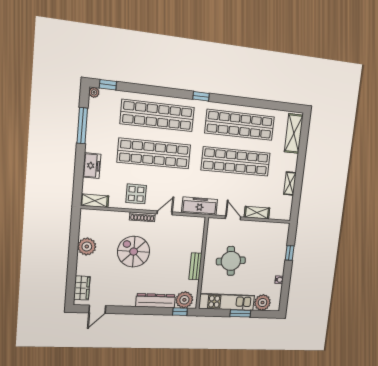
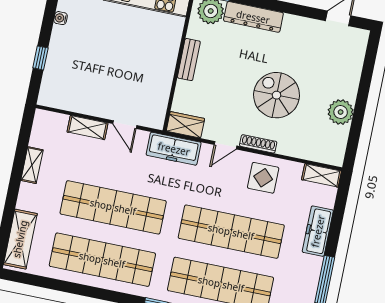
freezer: (92, 166) -> (318, 231), width x1.40
spiral stairs: (134, 252) -> (277, 95), turned 180
round table: (231, 261) -> (134, 60), removed
wardrobe: (82, 288) -> (185, 125), moved, turned 90

